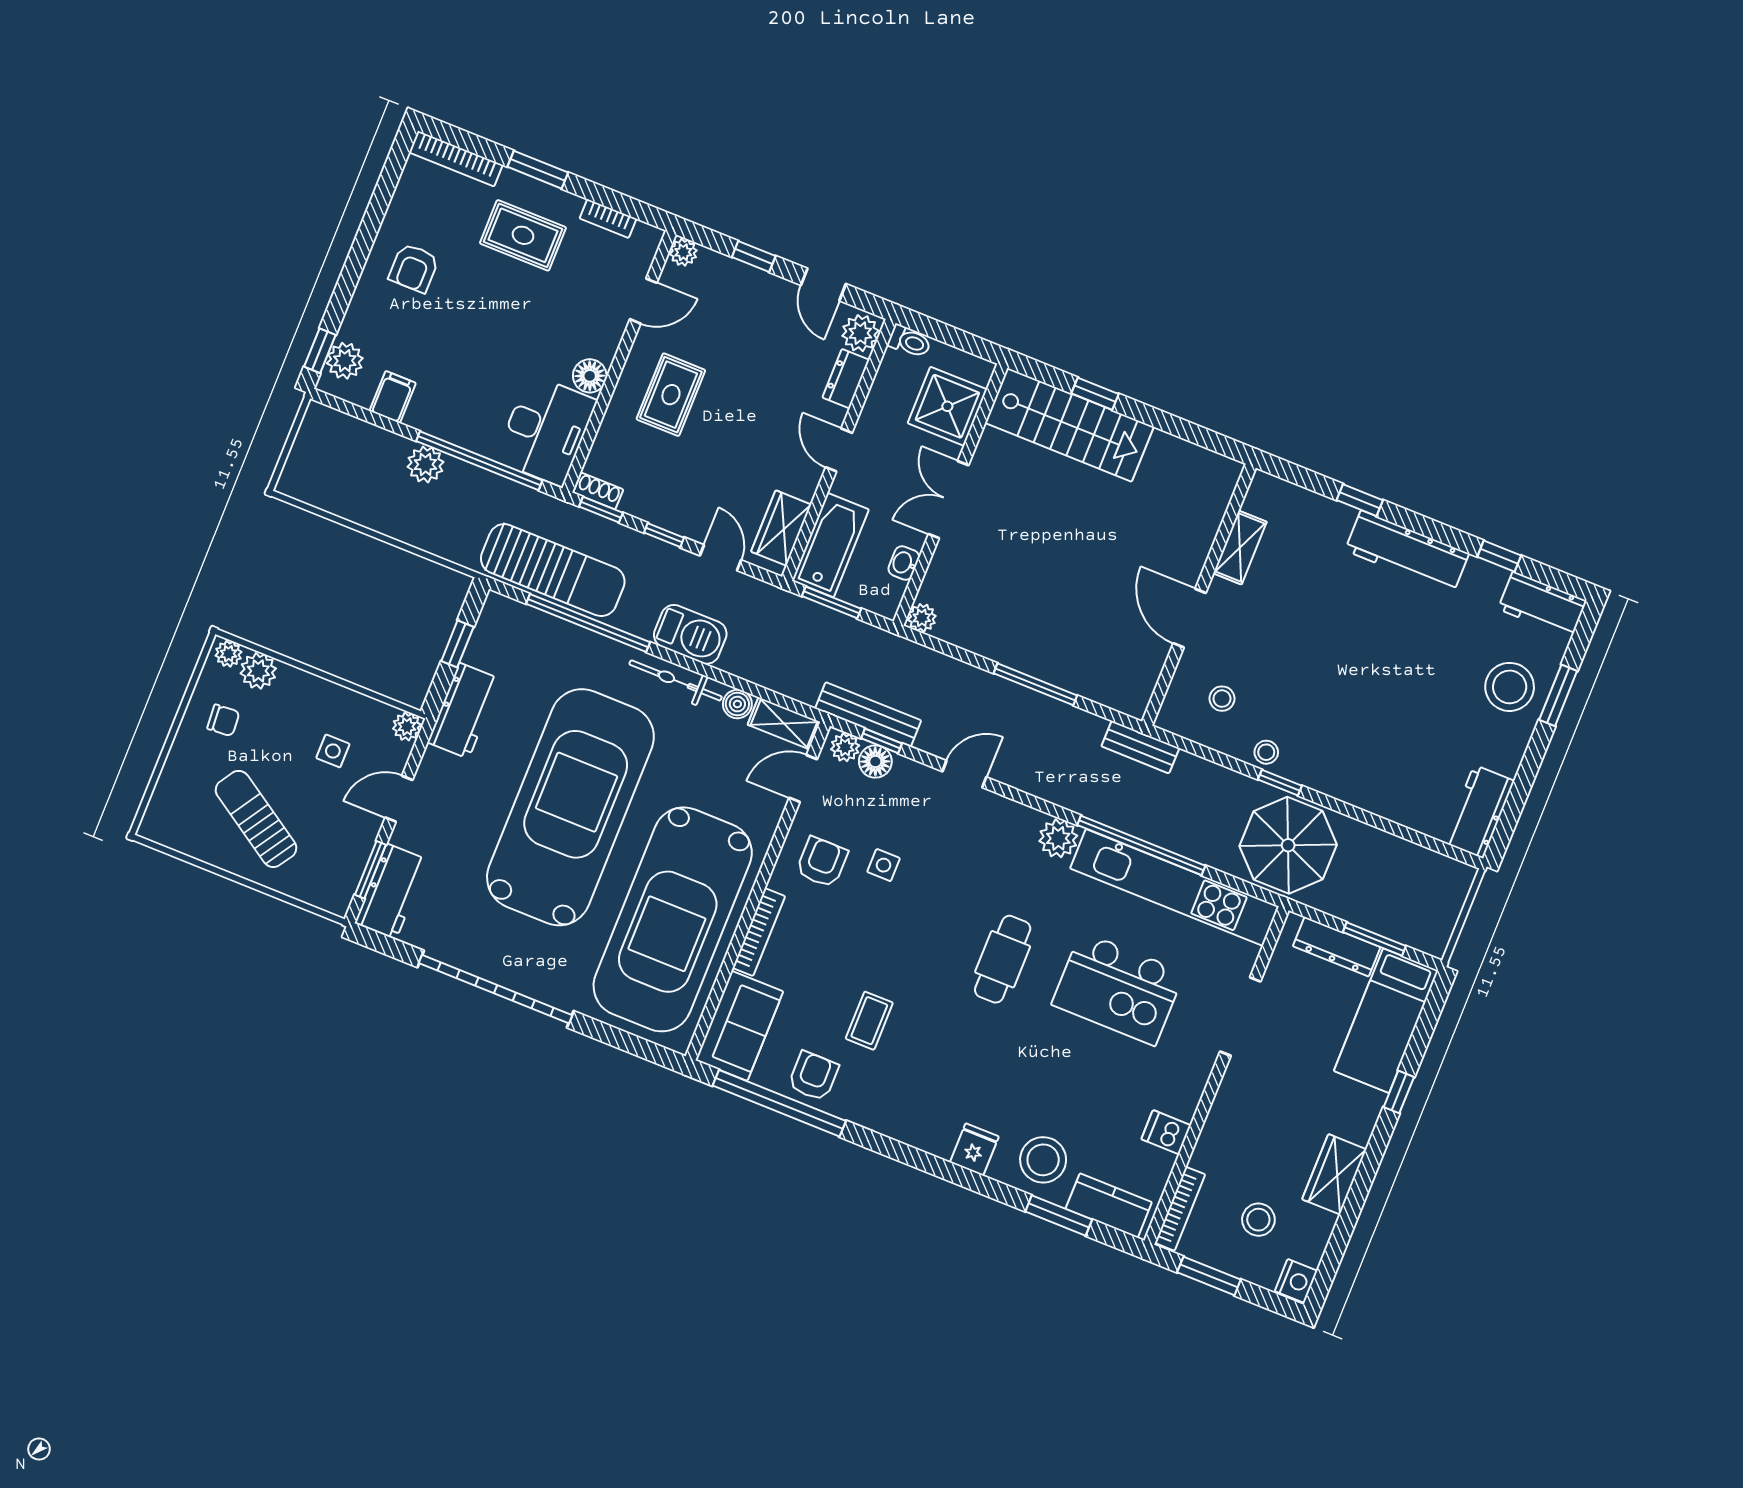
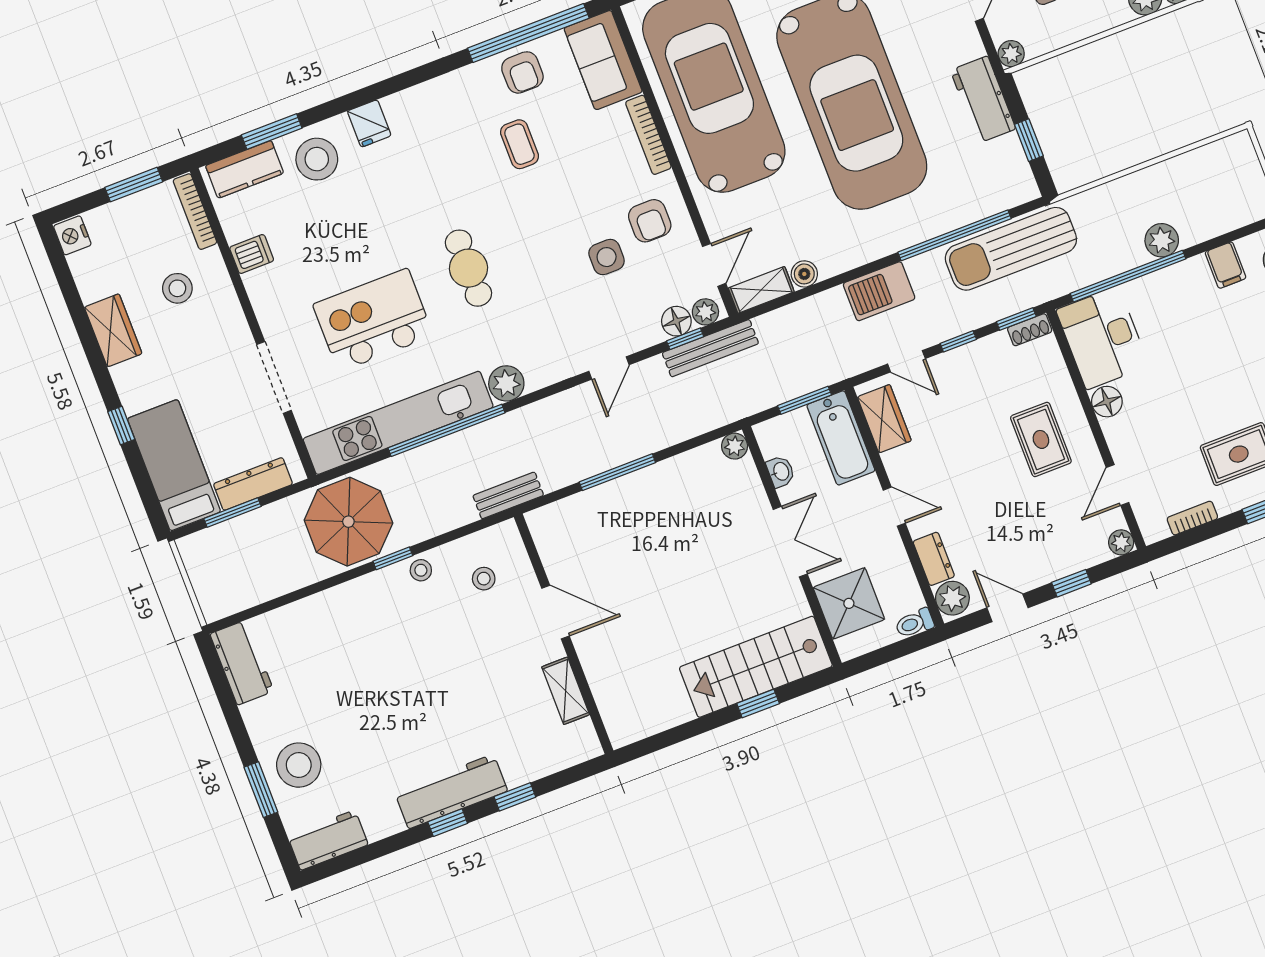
window: (1499, 556) -> (448, 823), moved
bicycle: (676, 680) -> (860, 251), removed
side table: (884, 865) -> (607, 257), width x1.37, depth x1.37
stool: (1258, 1220) -> (177, 288), moved

